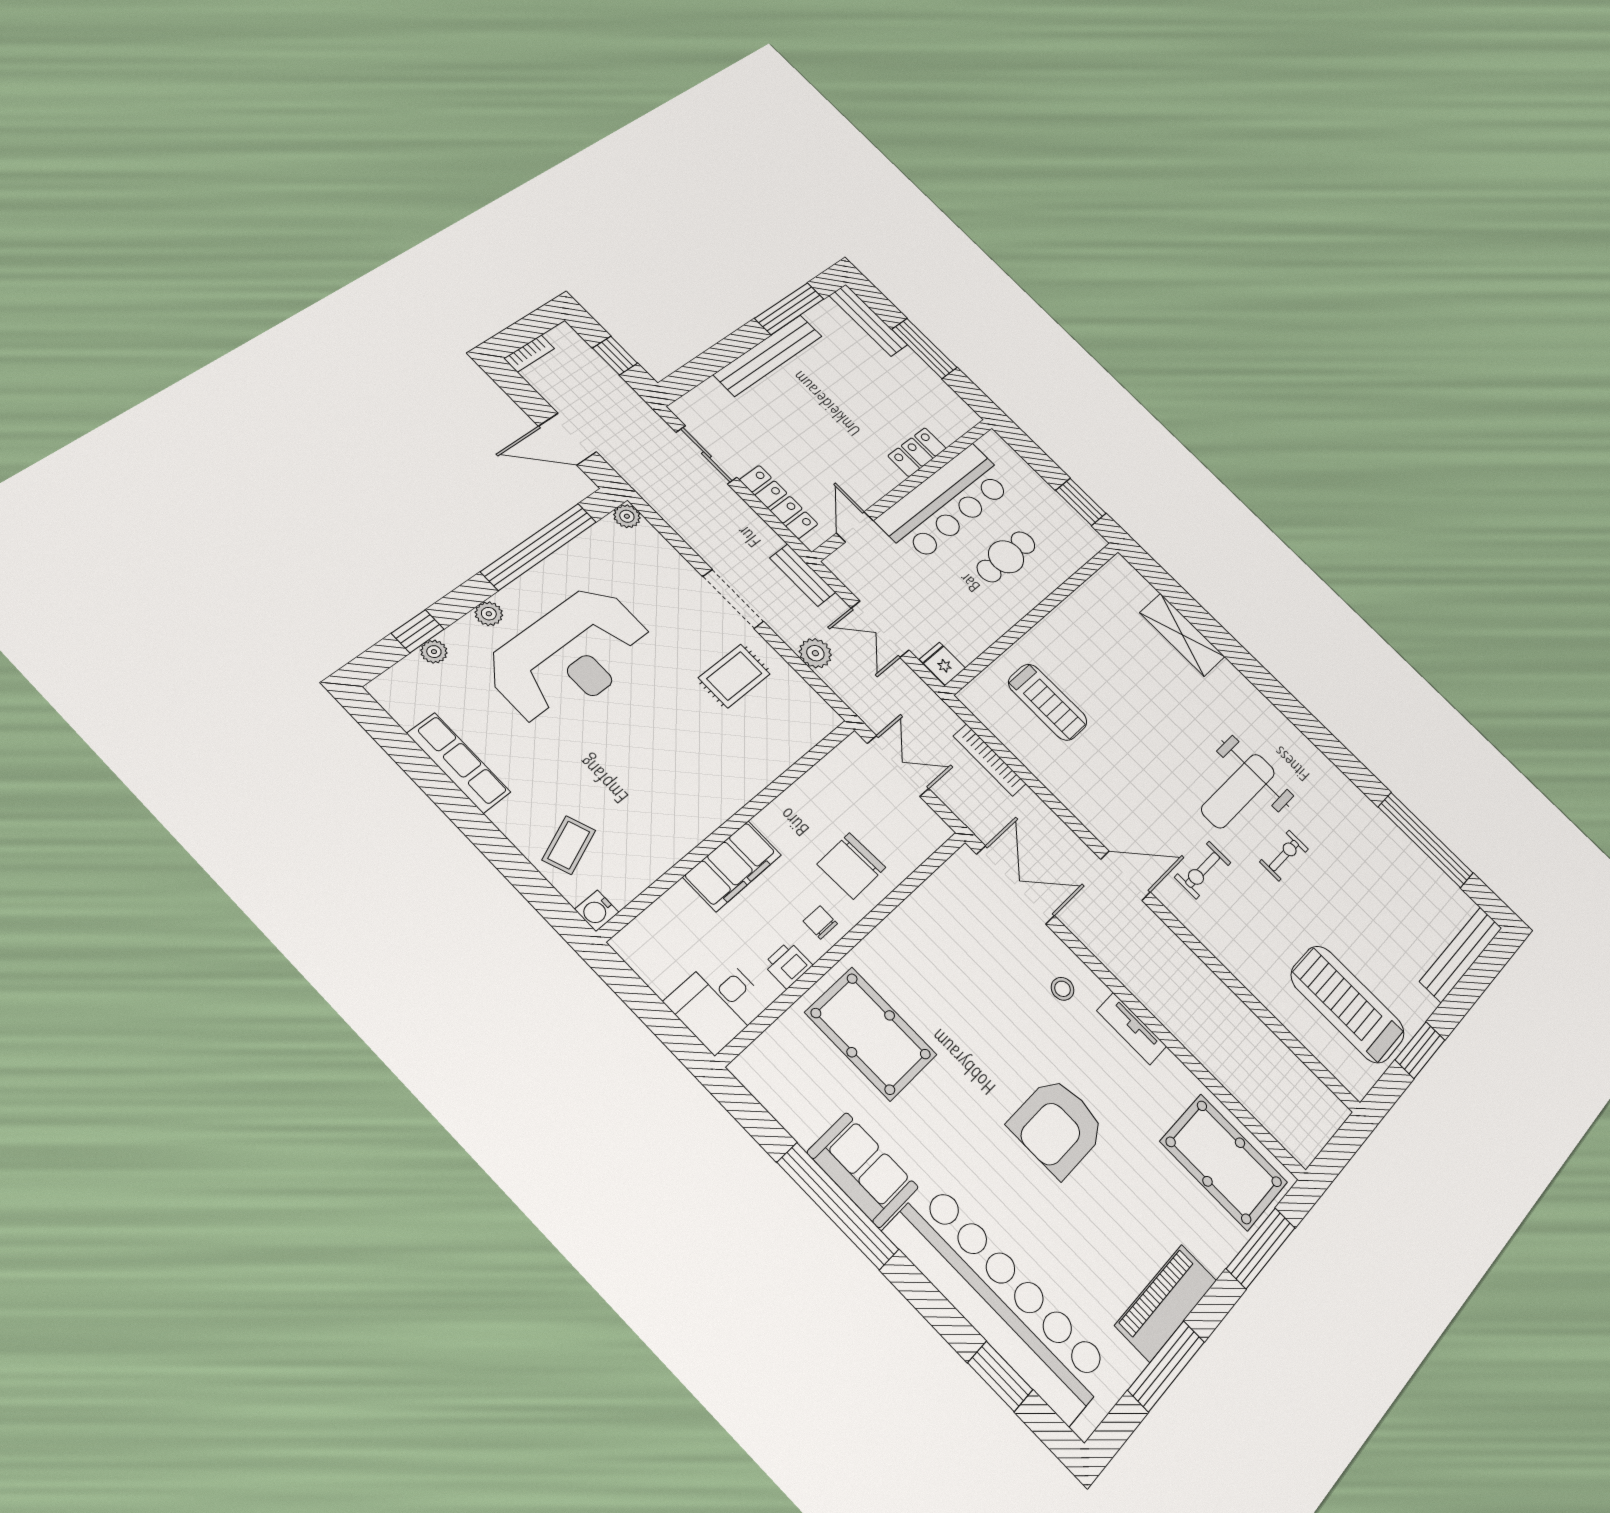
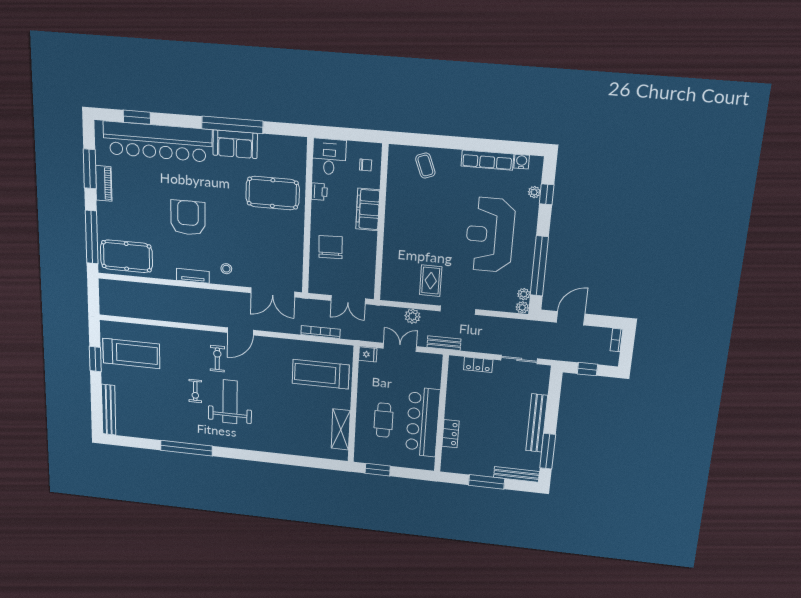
locker: (779, 502) -> (478, 365), width x0.66
door: (855, 527) -> (444, 381), removed
plant: (489, 614) -> (524, 294), moved
shelving: (1182, 635) -> (341, 429), moved, turned 90
treadmill: (1048, 702) -> (321, 374), width x1.37, depth x1.38
window: (1426, 840) -> (186, 448), moved
water cooler: (597, 911) -> (522, 162), moved
chair: (820, 922) -> (366, 165), moved
window: (1261, 1248) -> (92, 237), width x1.46
piano: (1166, 1303) -> (104, 183), width x0.73, depth x0.75

